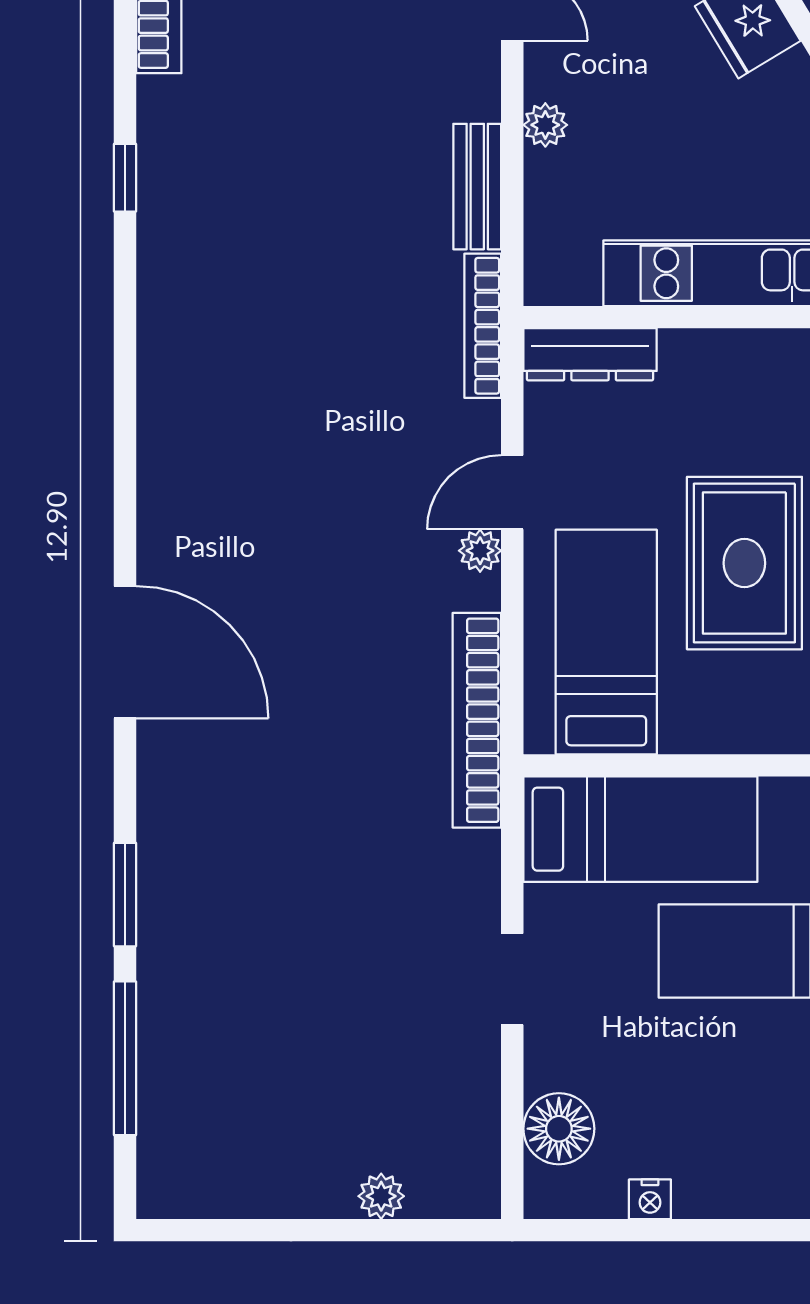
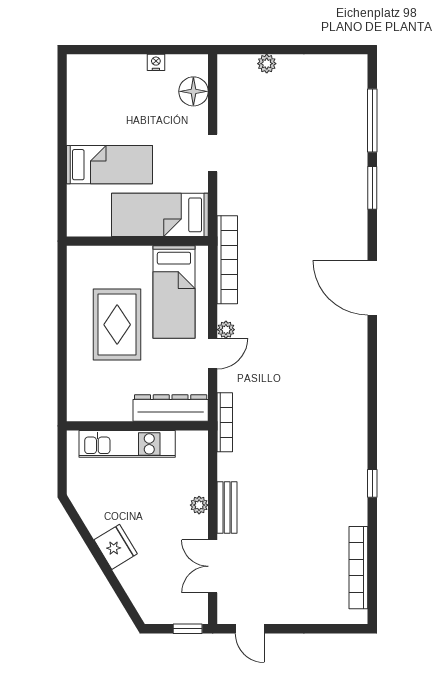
bench: (477, 187) -> (227, 507), moved
dresser: (590, 354) -> (171, 408), width x1.37, depth x1.24

